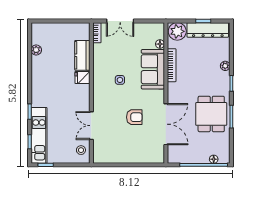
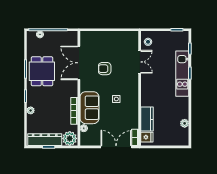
double door: (120, 21) -> (116, 147), width x1.37
fridge: (82, 77) -> (147, 137), moved
kitchen unit: (39, 135) -> (182, 74), moved

